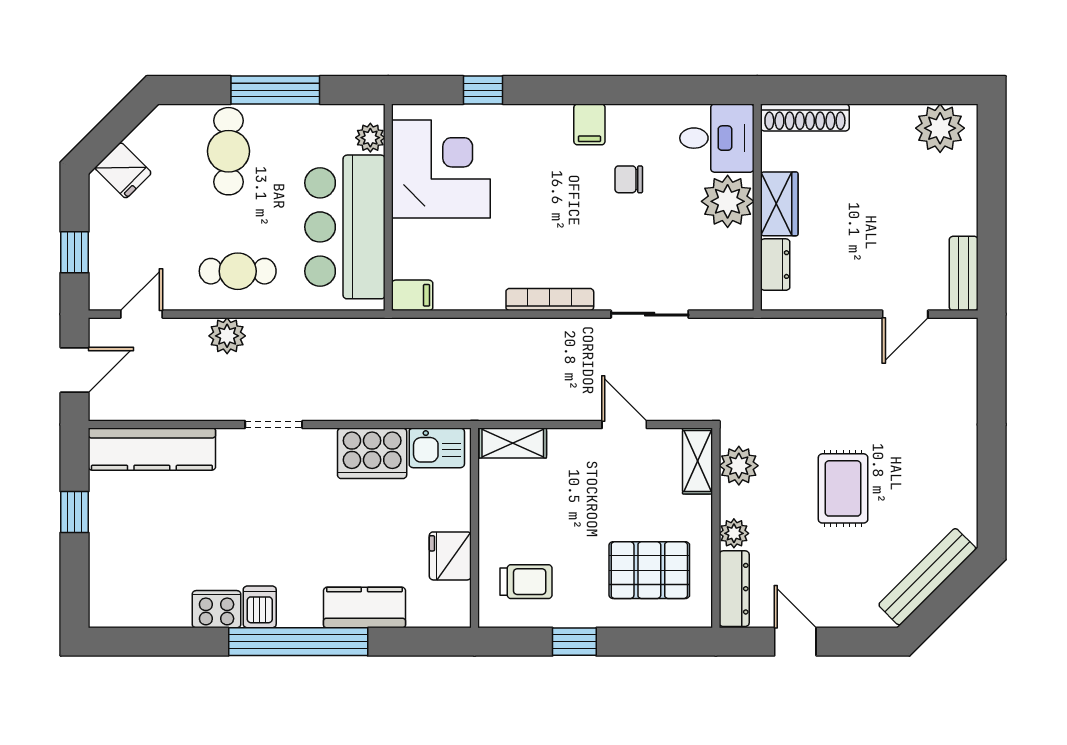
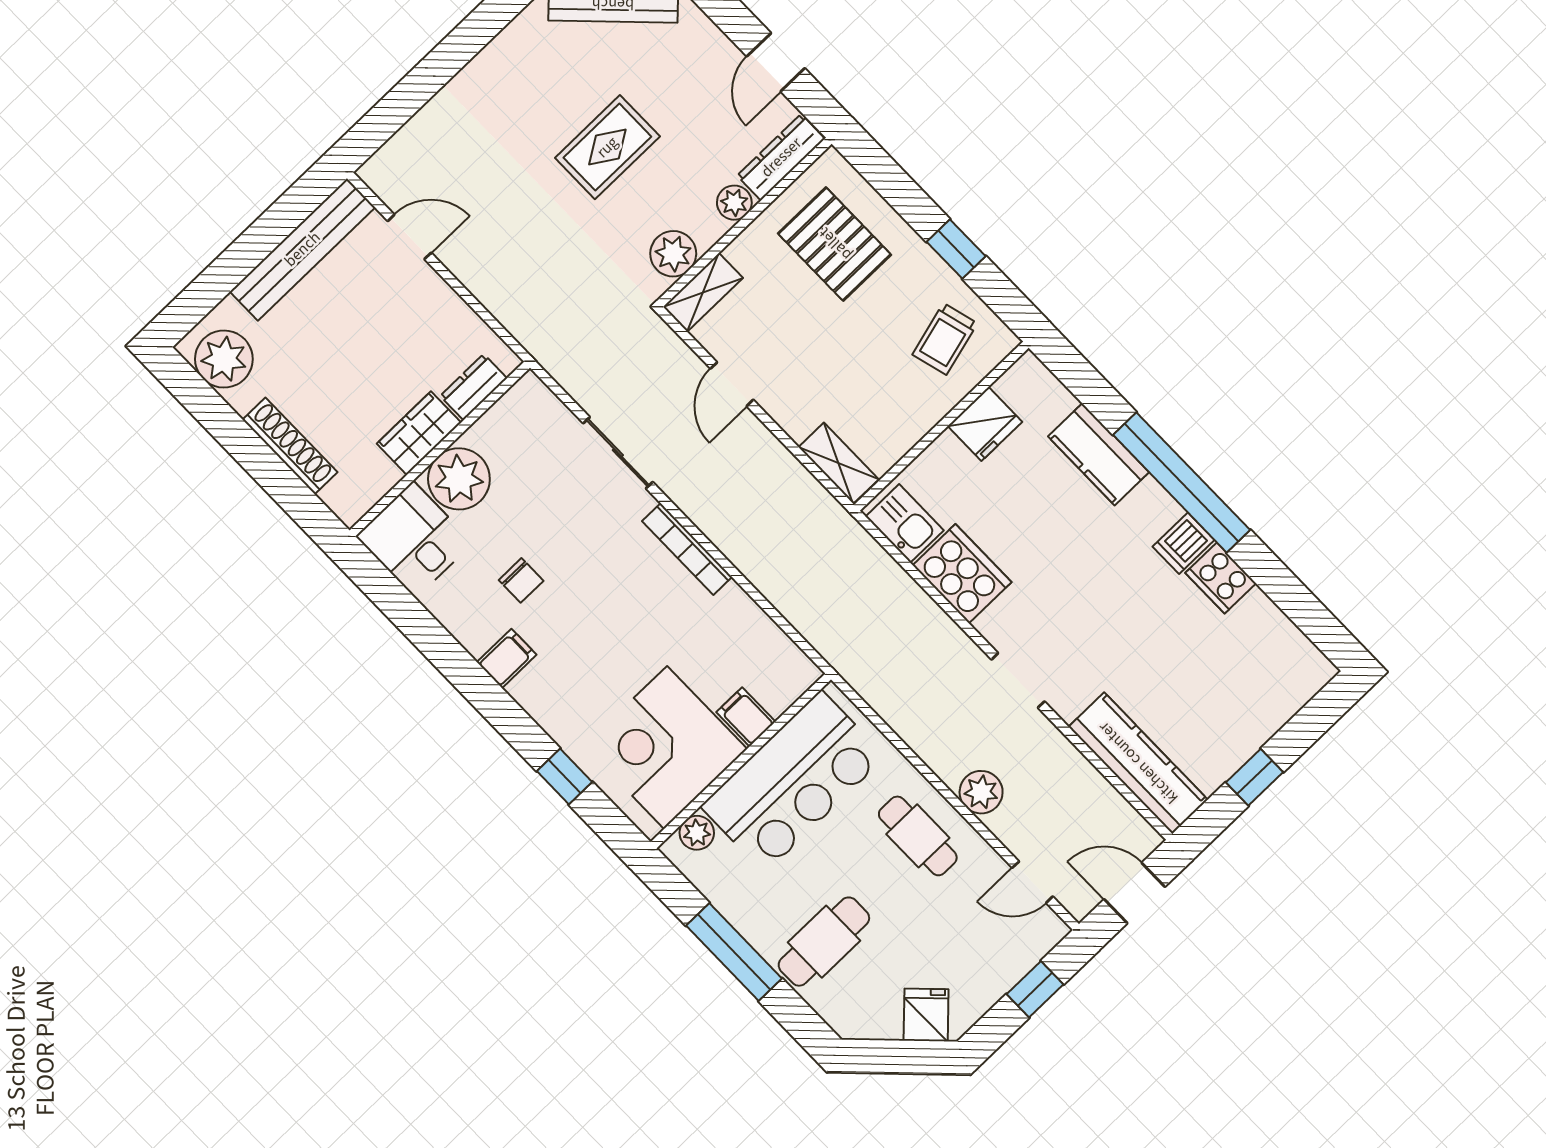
shoe rack: (805, 117) -> (290, 446), moved
bench: (964, 273) -> (302, 249), width x1.86, depth x1.21
filing cabinet: (412, 295) -> (746, 717), moved
trolley: (526, 582) -> (945, 339), turned -105

